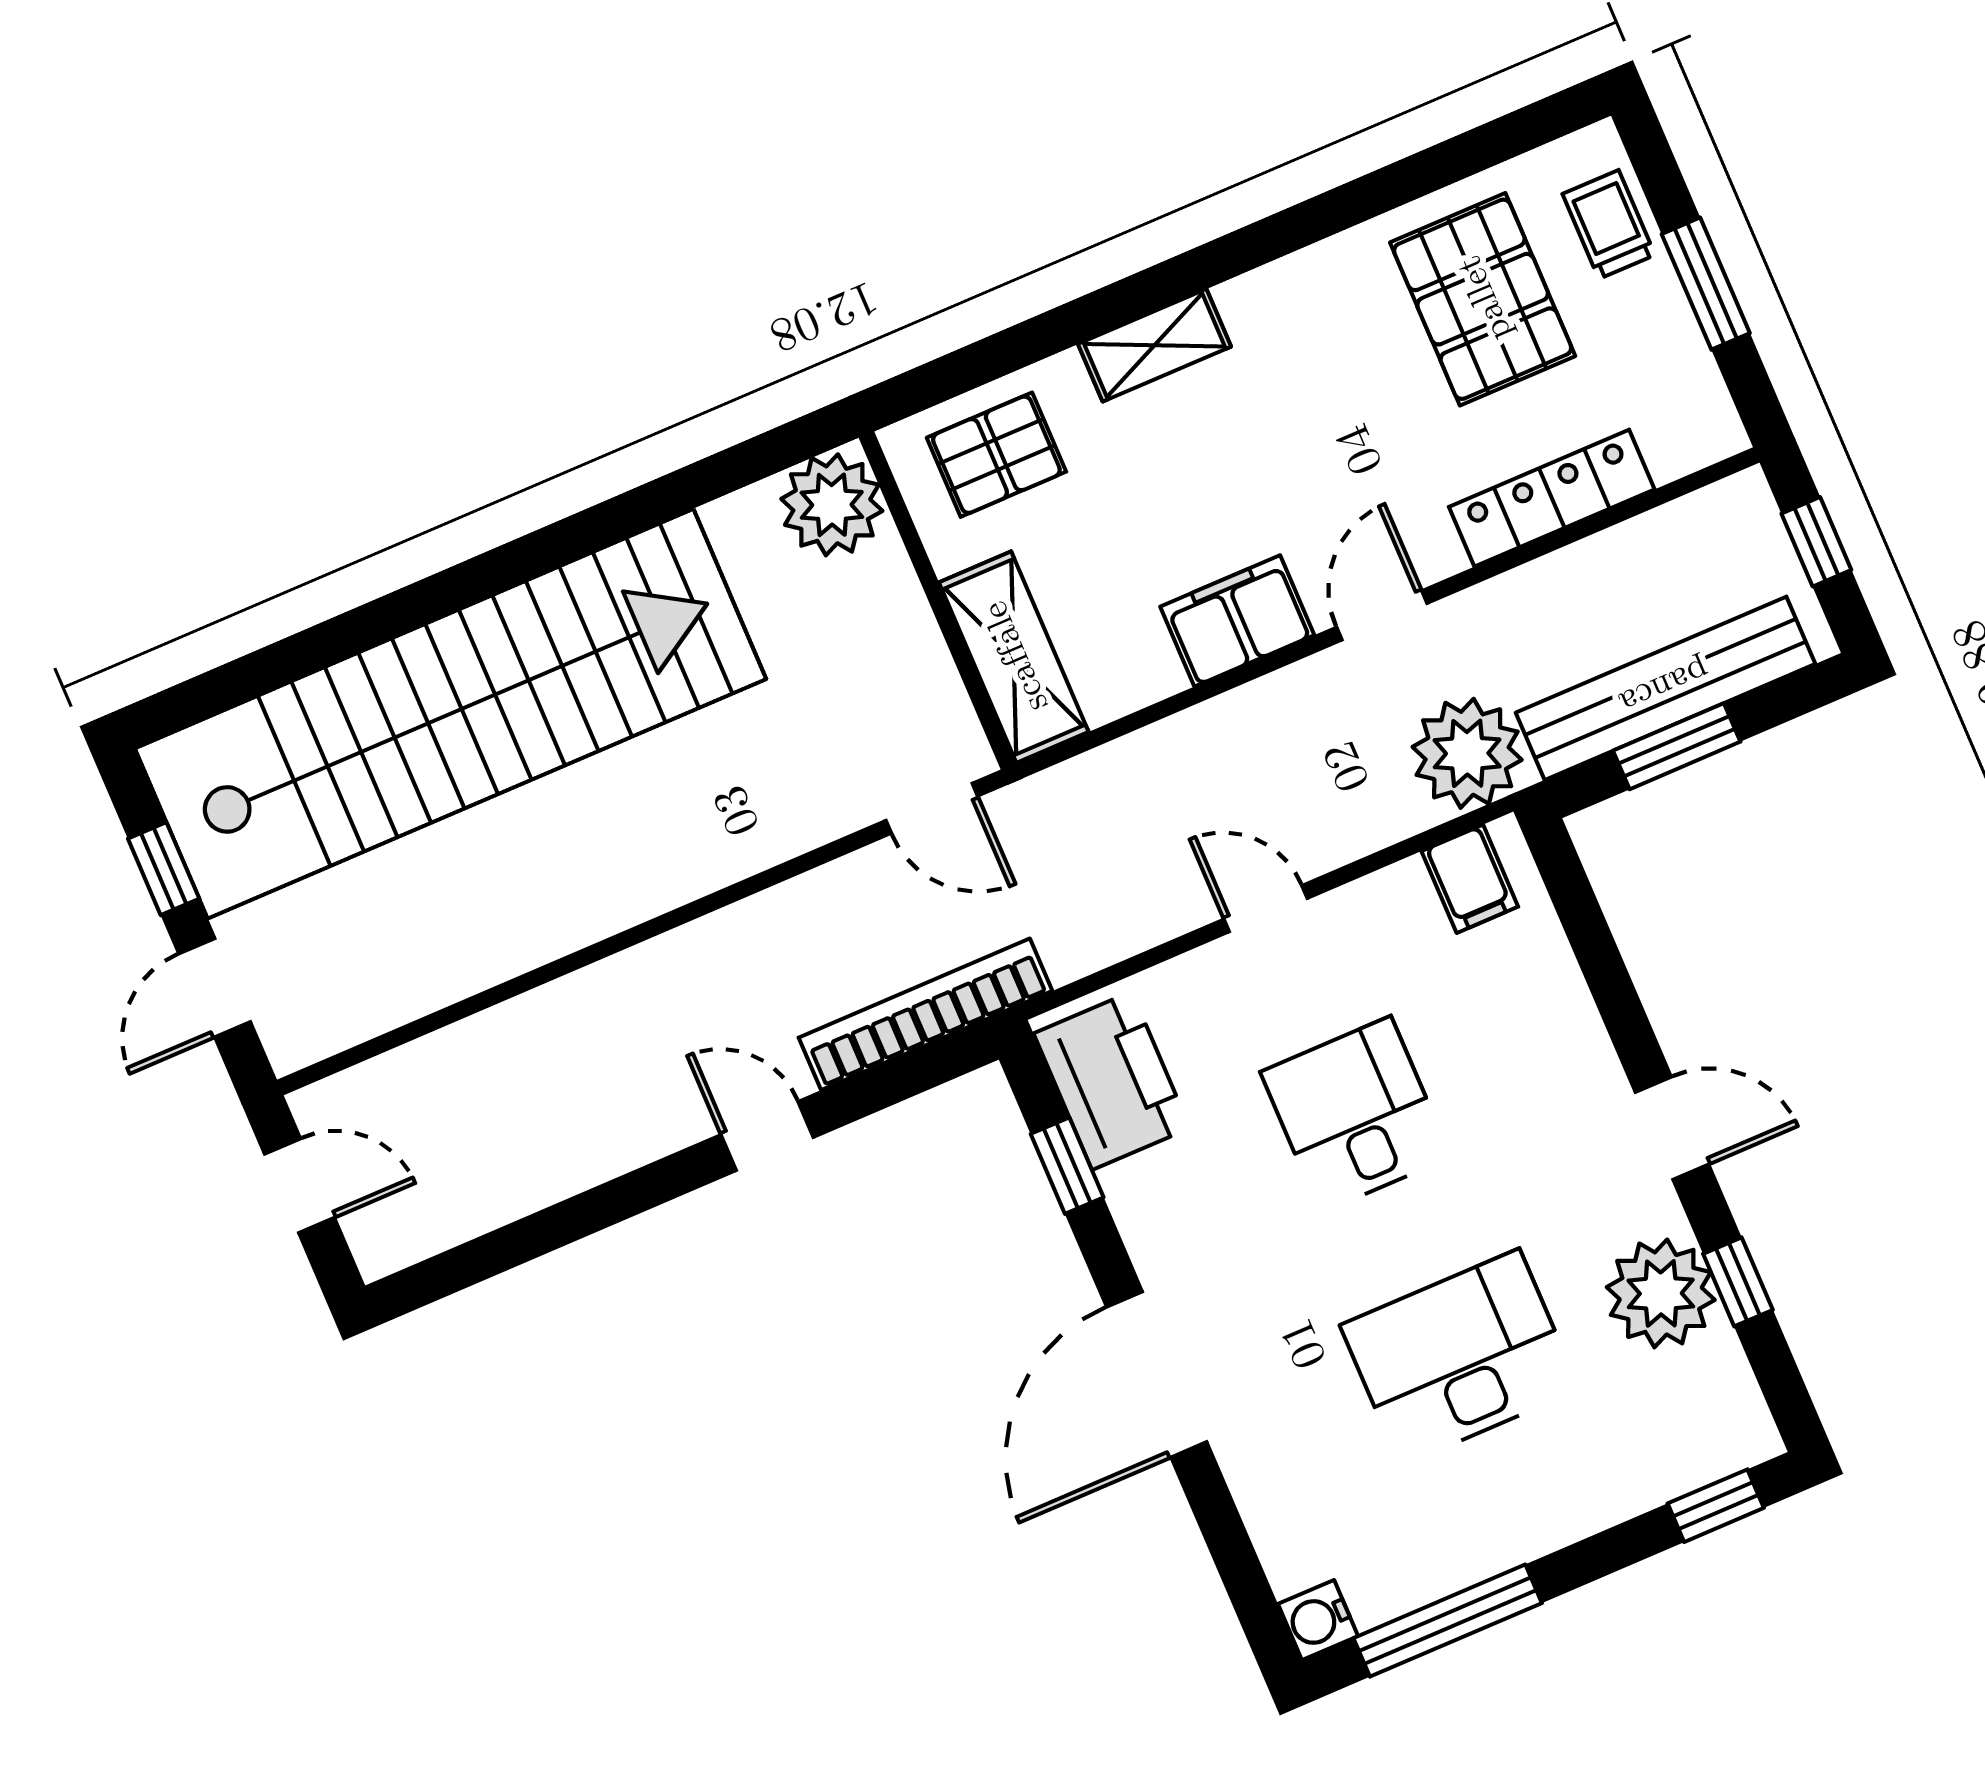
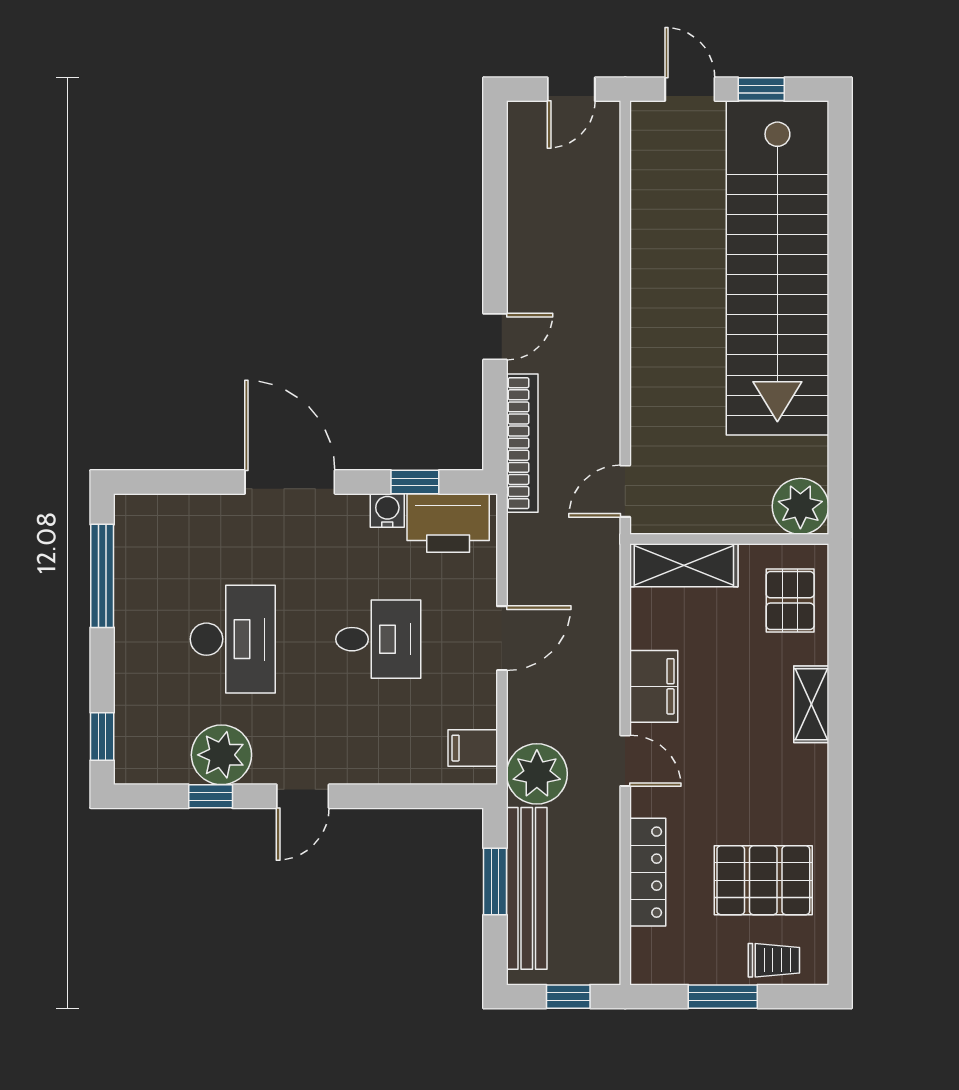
door: (1266, 909) -> (502, 638), width x1.38
water cooler: (1318, 1620) -> (387, 510), moved

